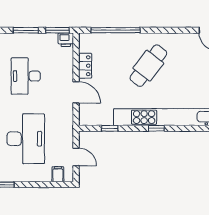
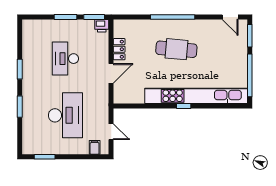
window: (116, 30) -> (173, 17), moved
cafe table: (148, 66) -> (176, 49), turned 57
door: (76, 92) -> (111, 73), hinge flipped
window: (110, 128) -> (141, 106), removed

